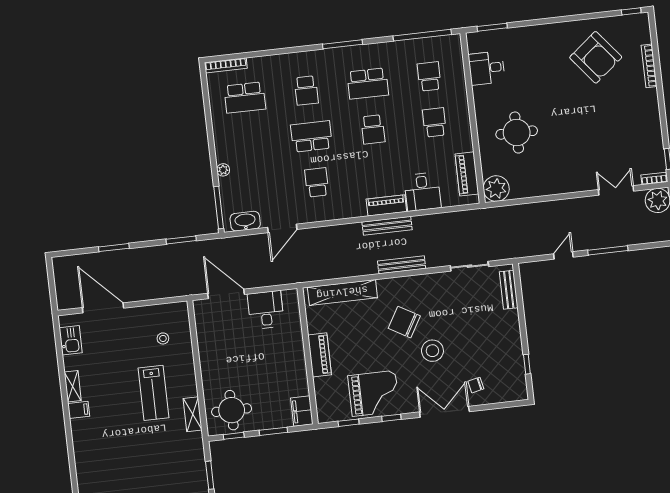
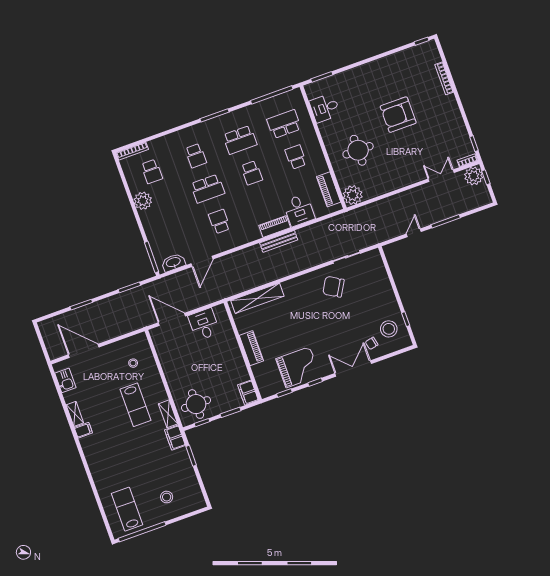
armchair: (596, 57) -> (398, 115), moved, turned 129
school desk: (429, 76) -> (284, 124), width x1.85
school desk: (245, 97) -> (152, 171), width x0.54
school desk: (311, 136) -> (208, 189), turned 180
plant: (223, 170) -> (143, 201), moved, width x1.87, depth x1.87
bench: (402, 265) -> (296, 268), removed
bench: (509, 290) -> (379, 267), removed
chair: (404, 322) -> (333, 287), moved
stool: (432, 351) -> (389, 329), moved
filing cabinet: (194, 447) -> (175, 438), added

